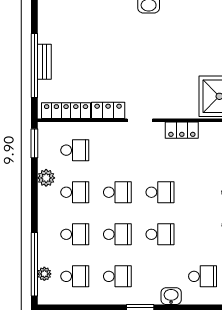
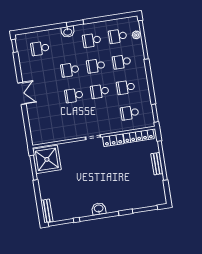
locker: (182, 130) -> (66, 135), removed
plant: (46, 178) -> (144, 93), removed
washbasin: (171, 296) -> (68, 32), moved

